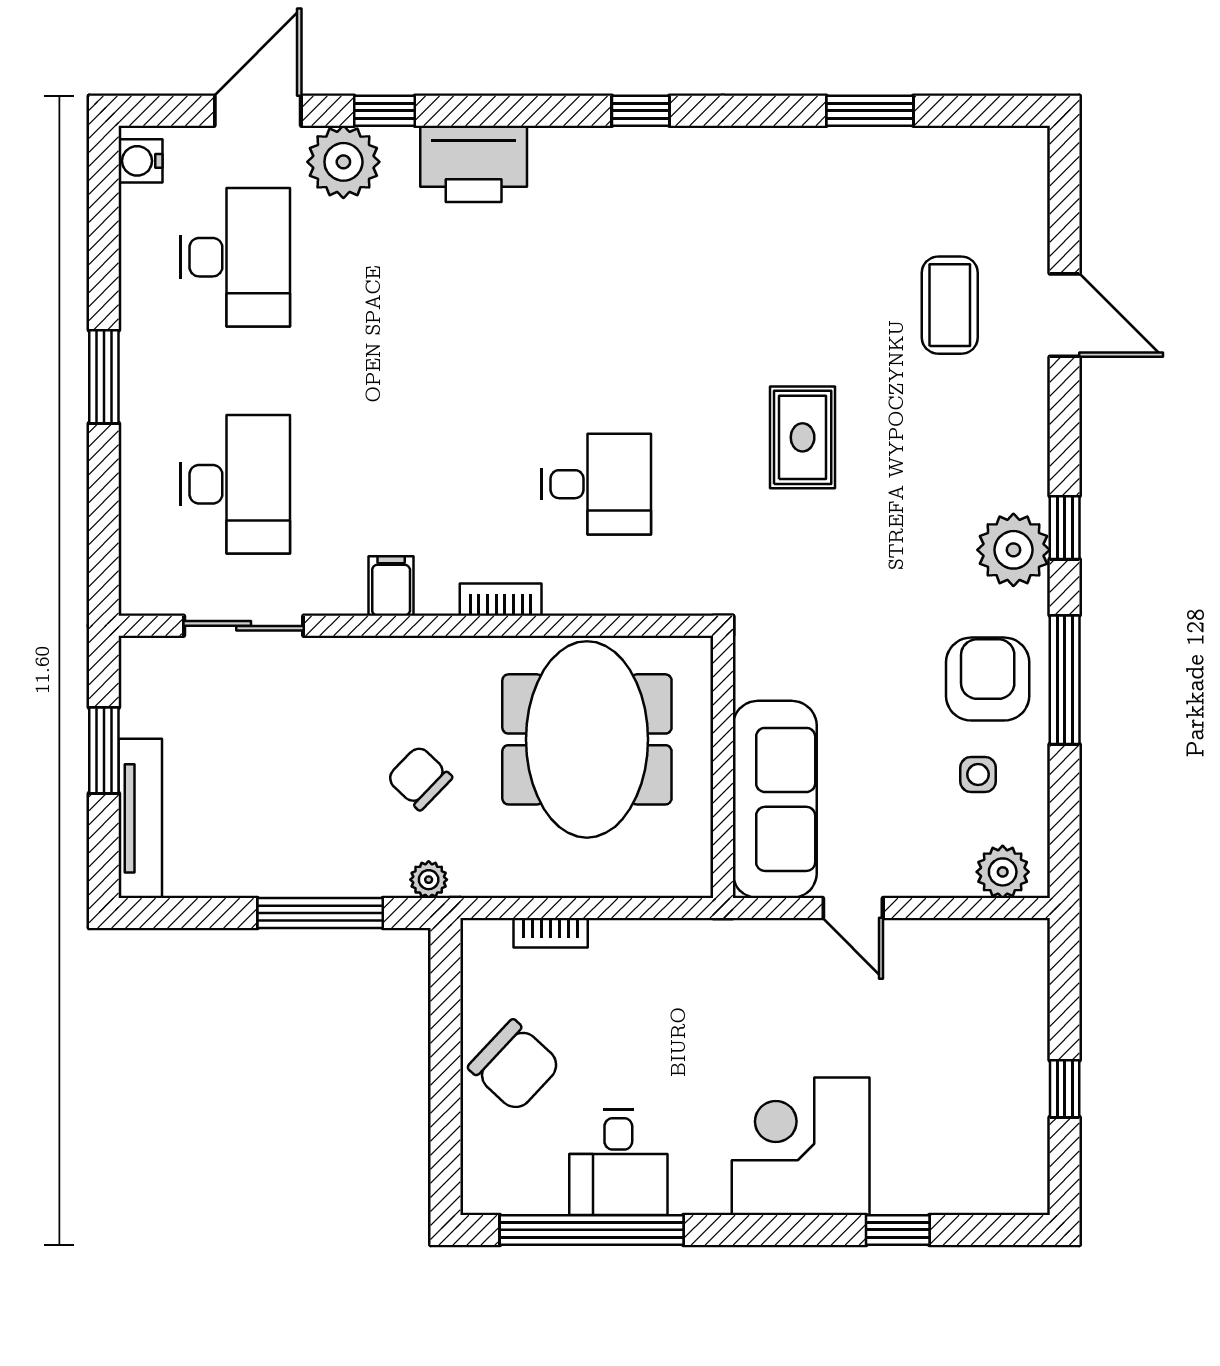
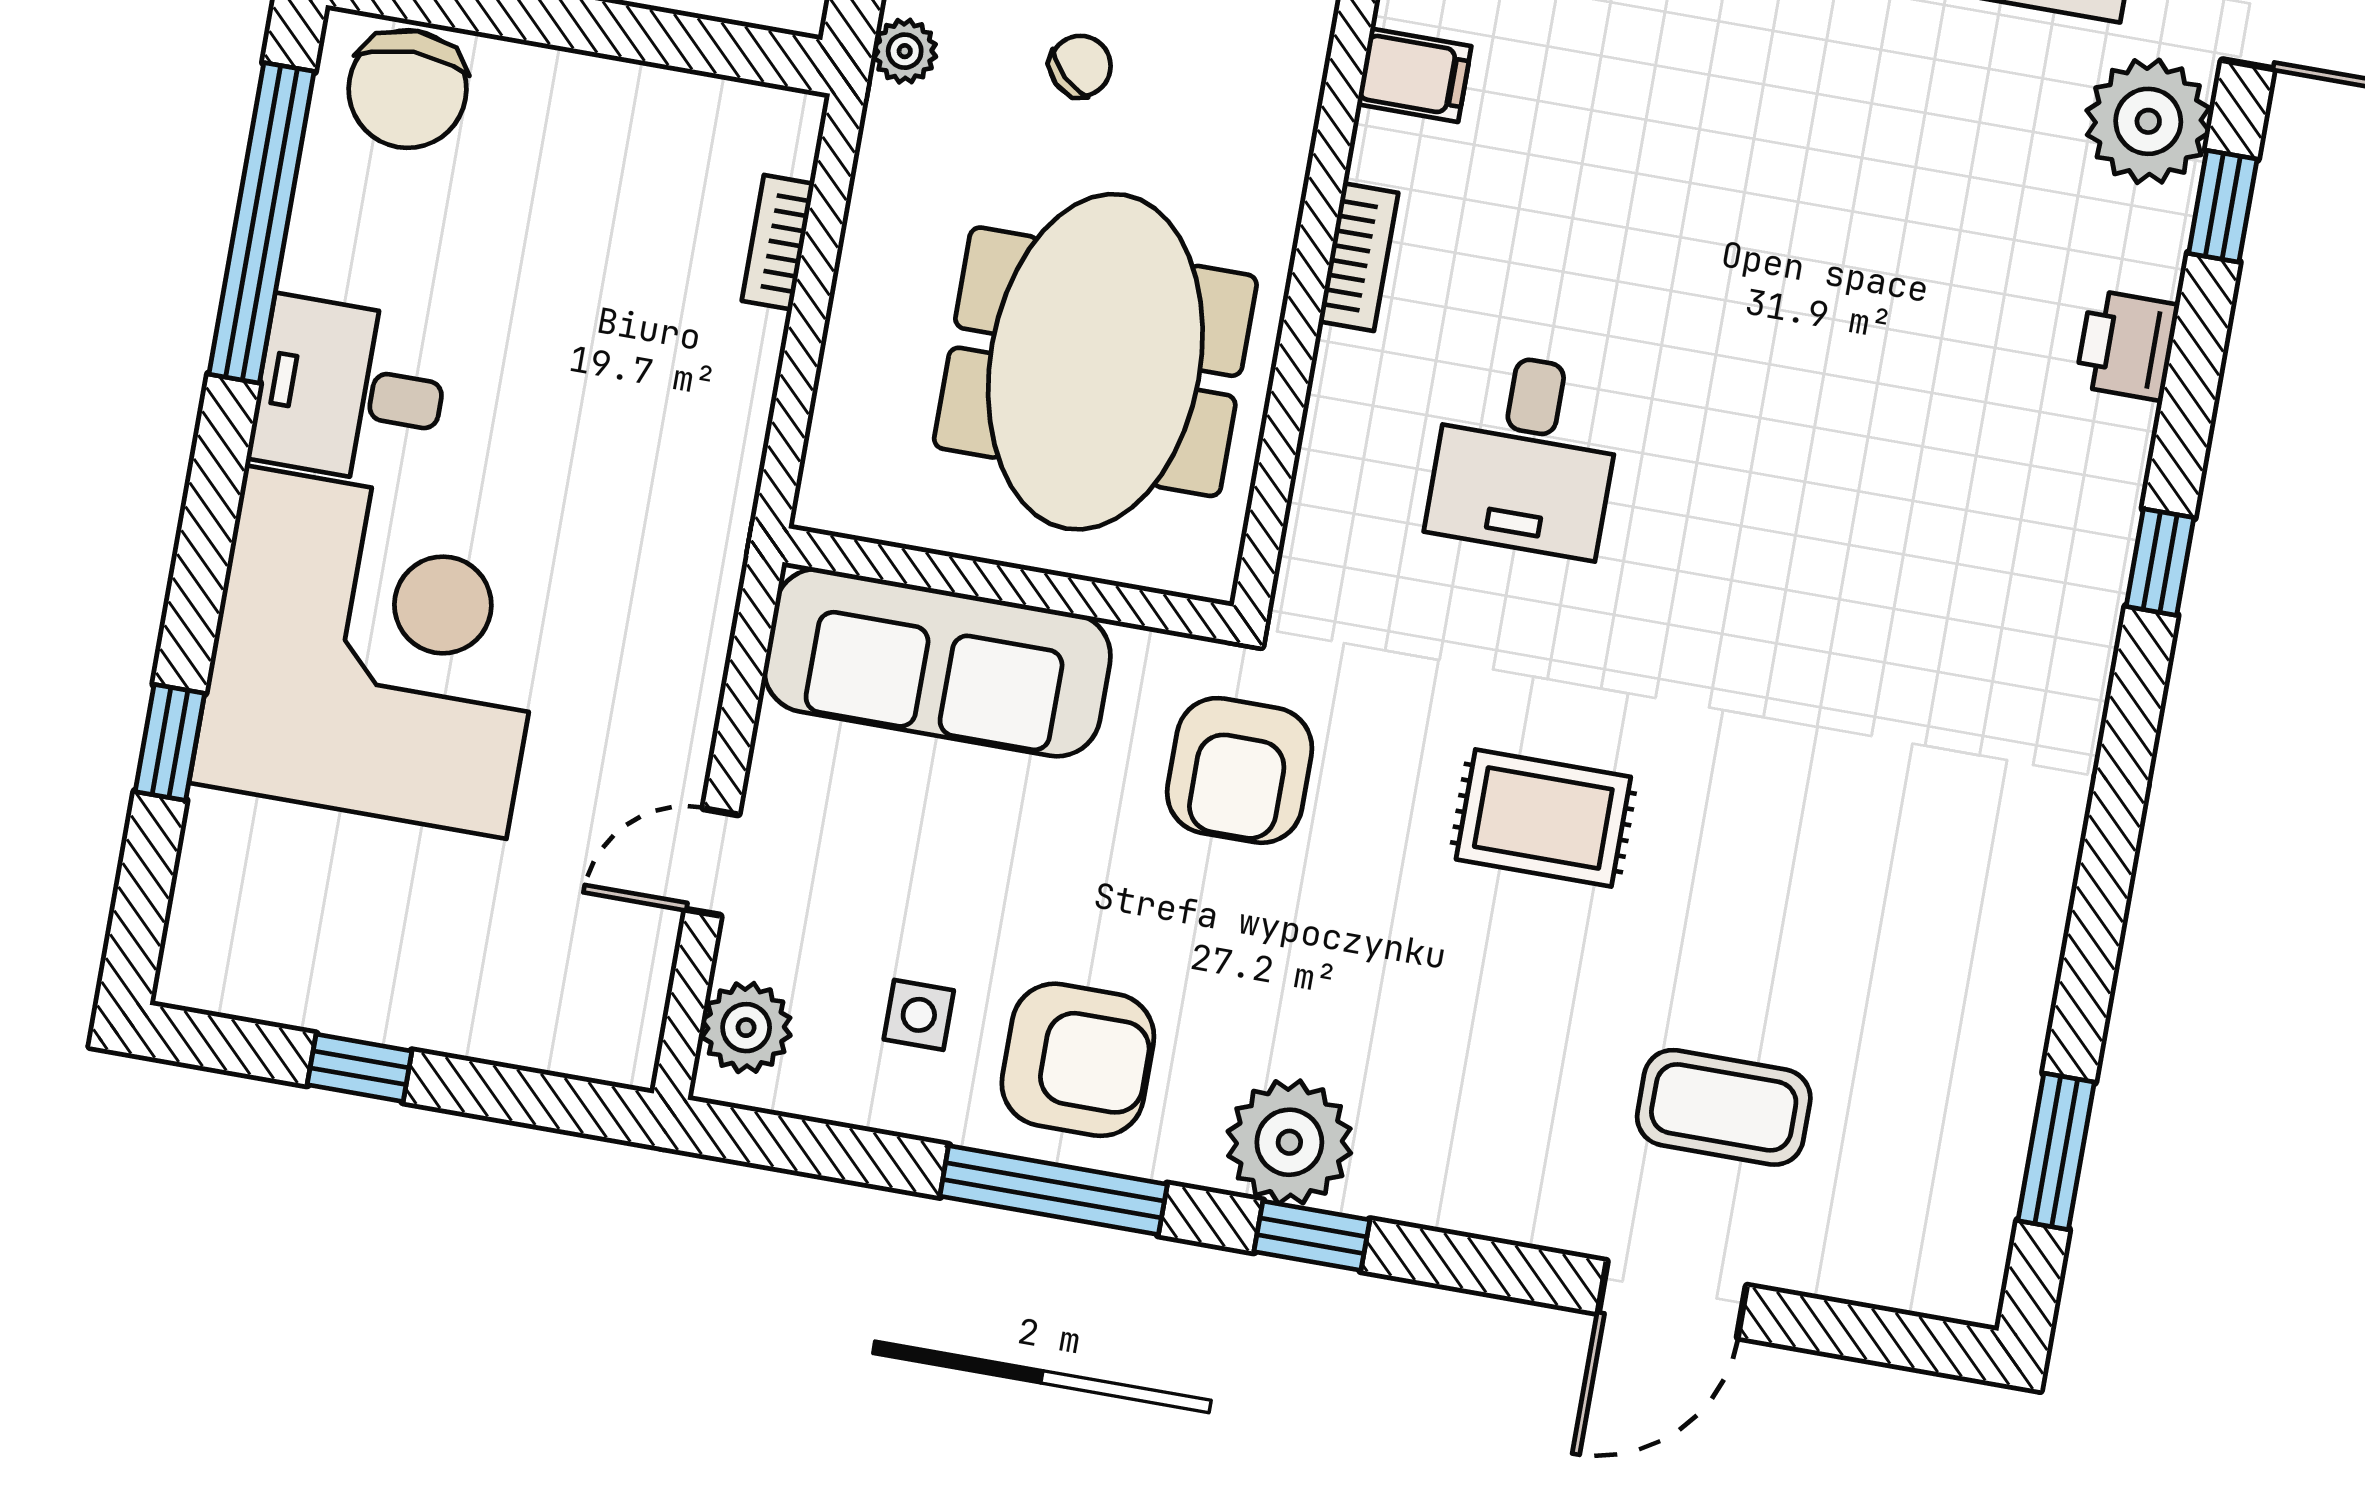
window: (641, 111) -> (2160, 562), moved
window: (870, 111) -> (2056, 1151), moved
printer: (474, 164) -> (2127, 345), width x0.53, depth x0.68
armchair: (806, 616) -> (1240, 770), added
meeting table: (587, 739) -> (1095, 362), turned 90
chair: (419, 778) -> (1080, 66), width x0.73, depth x0.73
door: (853, 908) -> (712, 862), moved
chair: (515, 1066) -> (408, 89), moved, turned -43
corner desk: (801, 1146) -> (376, 652), width x1.36, depth x1.36
desk: (618, 1162) -> (350, 391), moved

